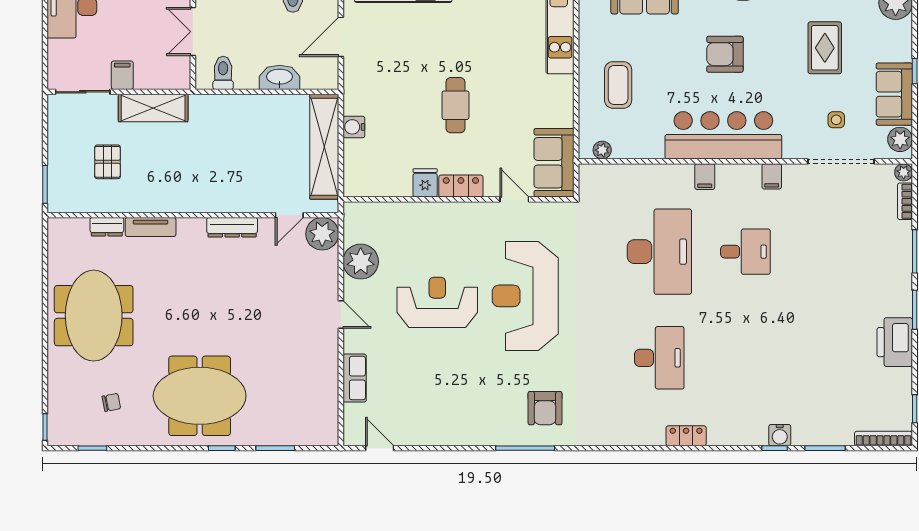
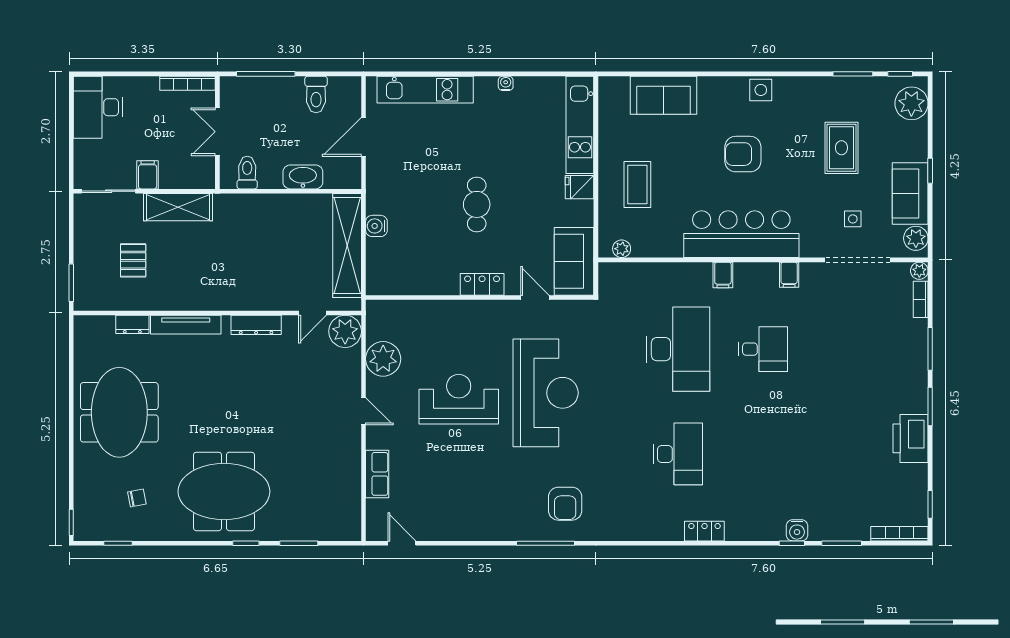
fridge: (425, 183) -> (580, 187), moved, turned -90
tv unit: (151, 227) -> (186, 325), width x1.41
reception desk: (525, 296) -> (546, 393), turned 180

